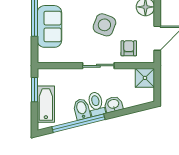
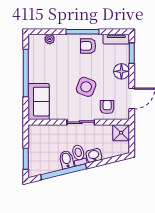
sofa: (49, 26) -> (39, 102), moved
window: (34, 90) -> (26, 159), moved
bathtub: (46, 104) -> (36, 155), removed

